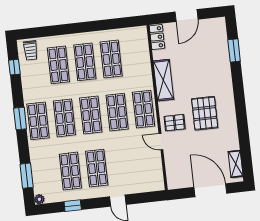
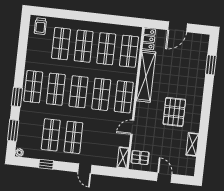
shop shelf: (138, 56) -> (129, 51), added
window: (14, 67) -> (24, 37), removed
shelving: (163, 80) -> (146, 76), width x1.47
window: (20, 119) -> (17, 97), moved
pallet: (175, 123) -> (140, 158), moved
door: (161, 142) -> (132, 127), hinge flipped
shelving: (236, 164) -> (192, 144), moved
shelving: (158, 179) -> (123, 158), added
door: (210, 190) -> (164, 178), width x0.53

